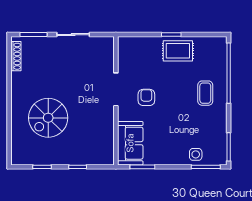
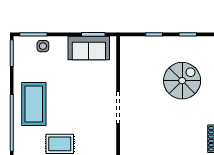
coffee table: (205, 93) -> (34, 104), width x1.86, depth x1.72
armchair: (146, 97) -> (89, 100), removed
sofa: (130, 143) -> (89, 48), moved, turned -90

